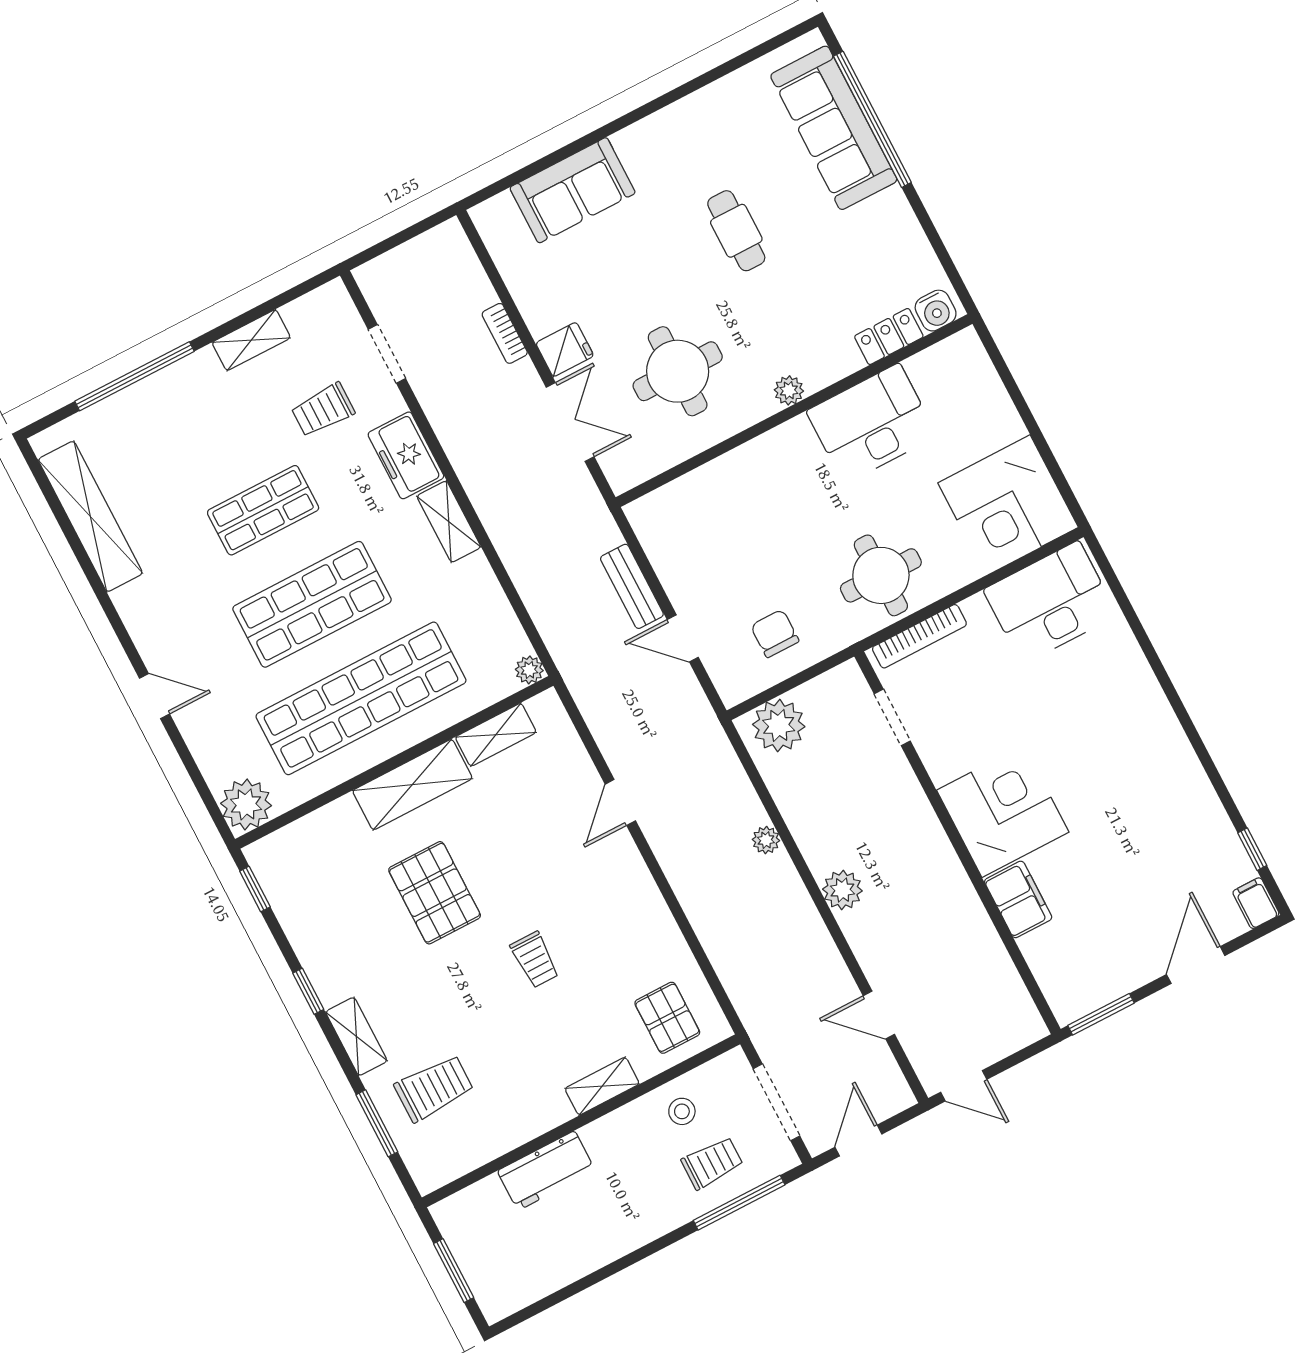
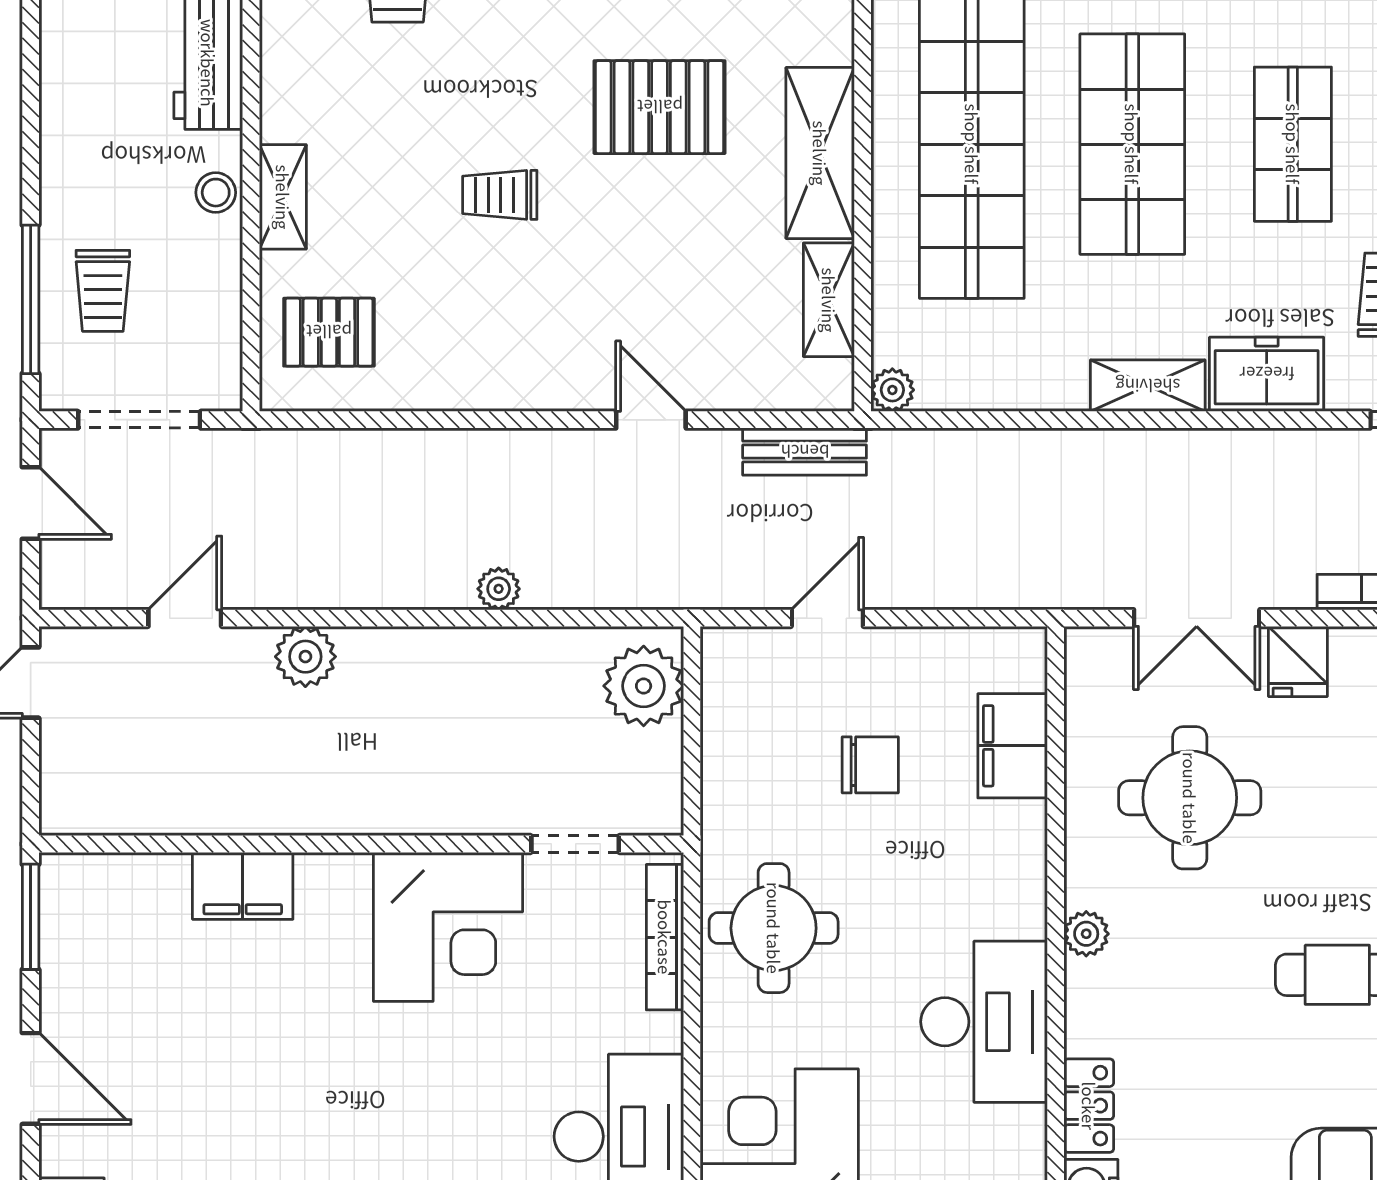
filing cabinet: (701, 491) -> (1013, 746), added
bench: (632, 586) -> (805, 452), moved
chair: (775, 633) -> (870, 765), moved
corner desk: (1003, 811) -> (448, 927), moved
plant: (842, 890) -> (305, 657), moved
stool: (682, 1111) -> (216, 193), moved

